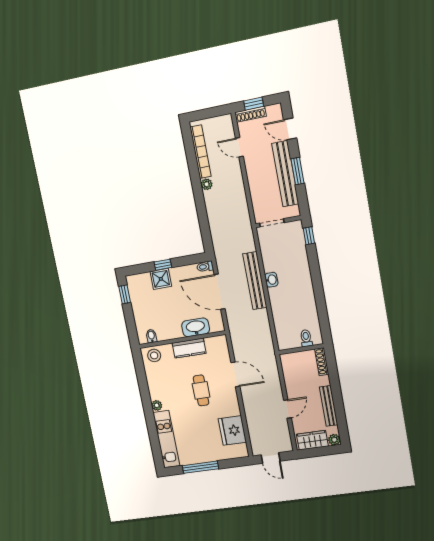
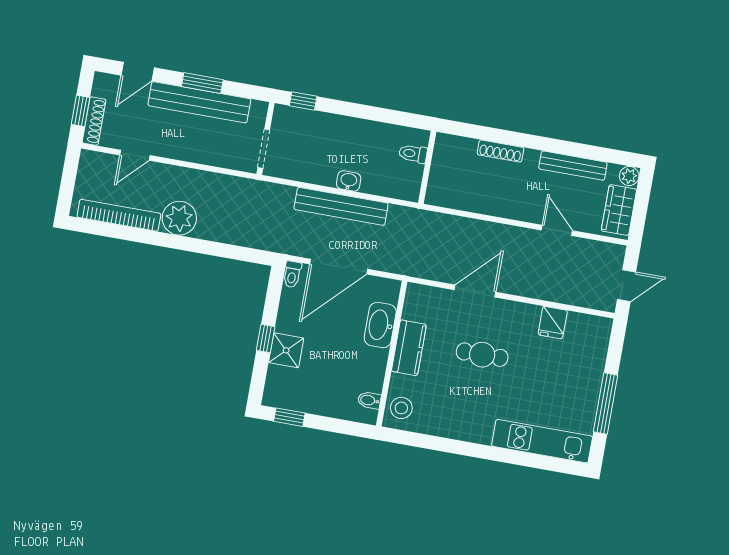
plant: (207, 184) -> (179, 218), width x1.88, depth x1.88
toilet: (306, 338) -> (413, 154), moved
wall: (301, 349) -> (427, 167), moved
plant: (157, 405) -> (482, 435), removed
fridge: (232, 430) -> (553, 323), width x0.53, depth x0.75

